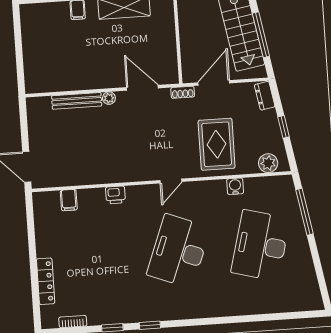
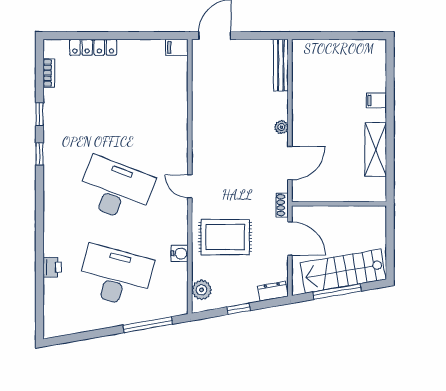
bench: (77, 101) -> (281, 65), moved
printer: (115, 195) -> (52, 267), moved, turned 180
filing cabinet: (69, 200) -> (177, 47), moved

